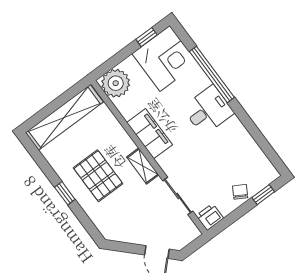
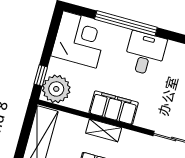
window: (146, 37) -> (41, 76), moved
shelving: (143, 166) -> (104, 130), moved

